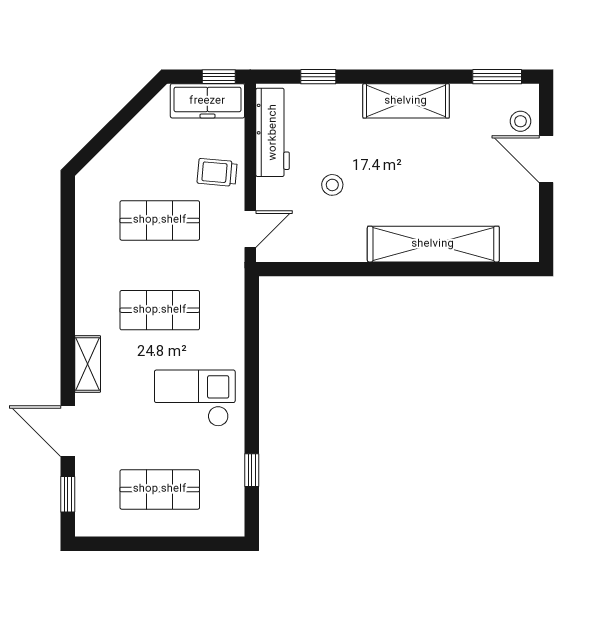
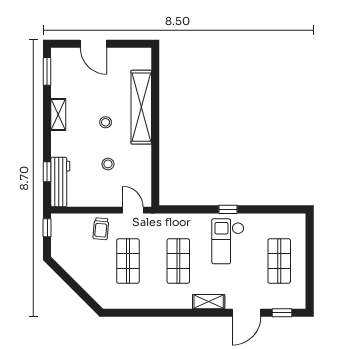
freezer: (207, 101) -> (61, 234), removed
shelving: (406, 101) -> (58, 114), width x0.67, depth x0.75
stool: (520, 121) -> (106, 122), moved
workbench: (273, 132) -> (60, 182), moved, turned 90
door: (546, 159) -> (93, 44), hinge flipped
window: (252, 470) -> (228, 209), moved

